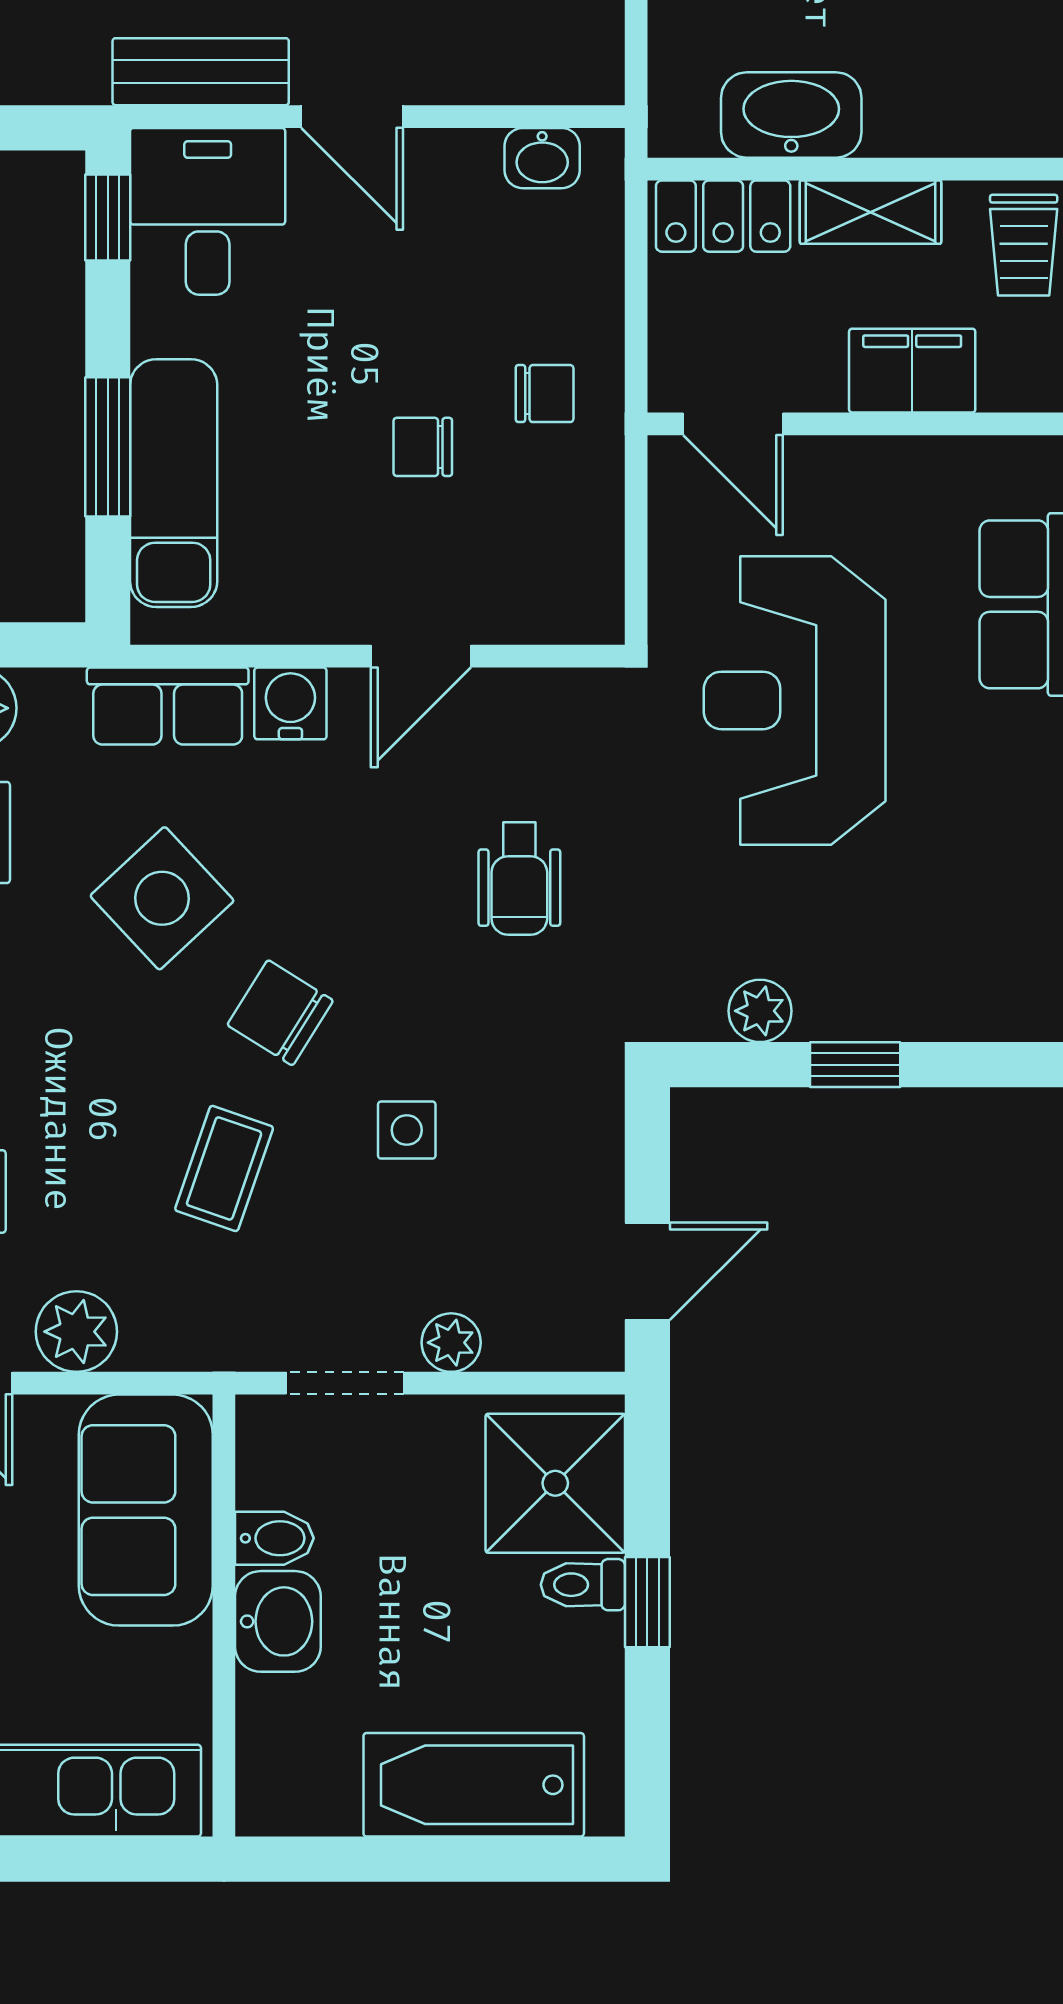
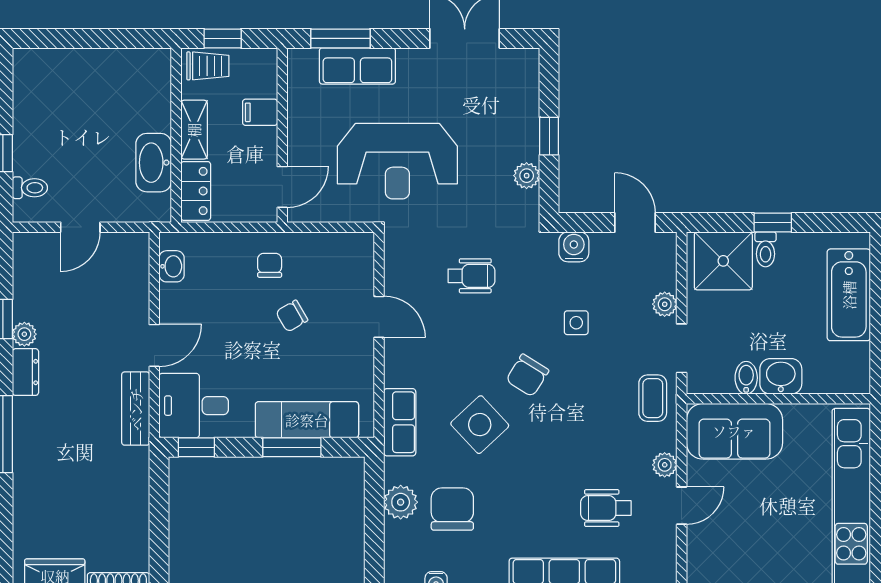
filing cabinet: (912, 371) -> (260, 112), width x0.50
chair: (423, 447) -> (292, 316), turned 60
water cooler: (290, 703) -> (574, 247), moved, turned 90
coffee table: (224, 1168) -> (653, 398), moved, turned 71
plant: (76, 1332) -> (665, 465), width x0.73, depth x0.73

